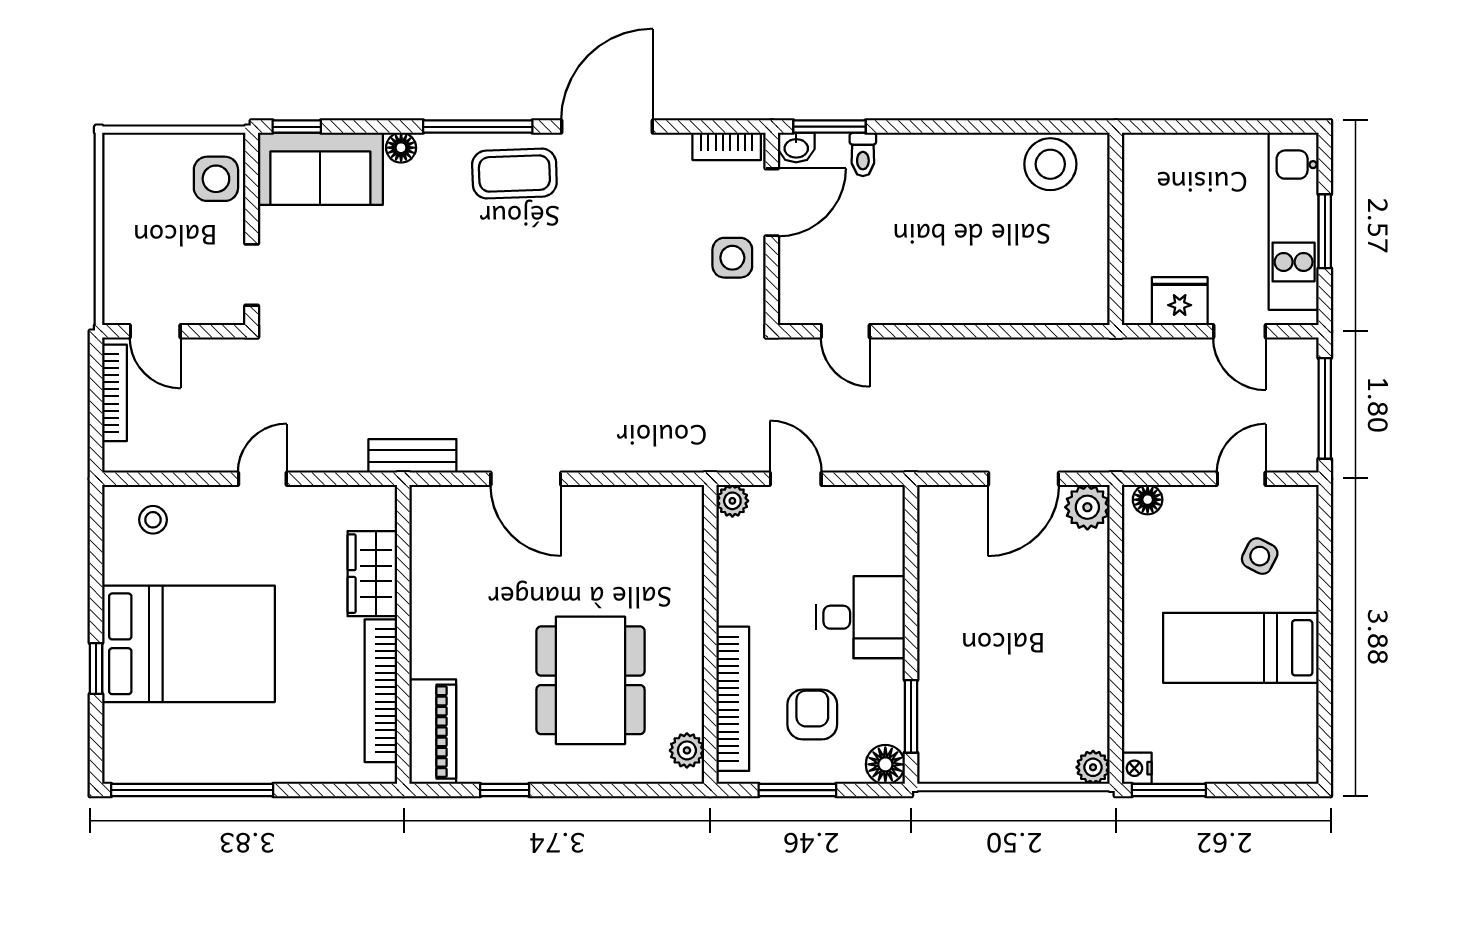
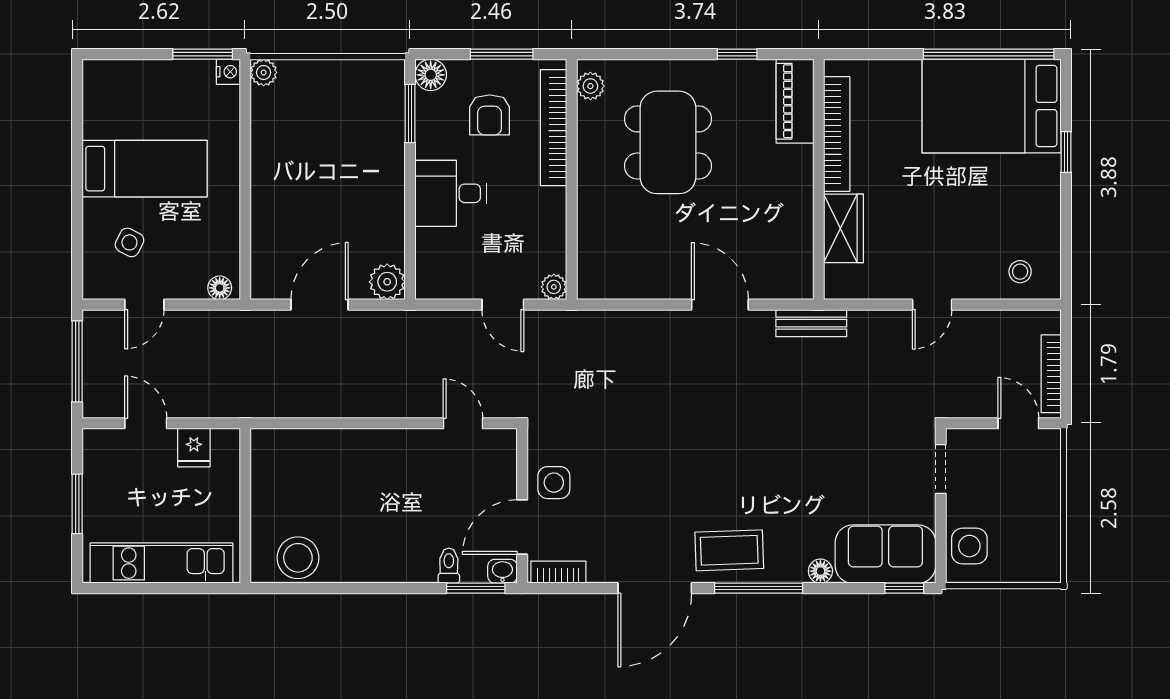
kitchen unit: (1294, 221) -> (162, 563), moved, turned -90
fridge: (1180, 301) -> (194, 448), width x0.72
plant: (1087, 507) -> (387, 282), moved
bed: (188, 644) -> (992, 106), moved

